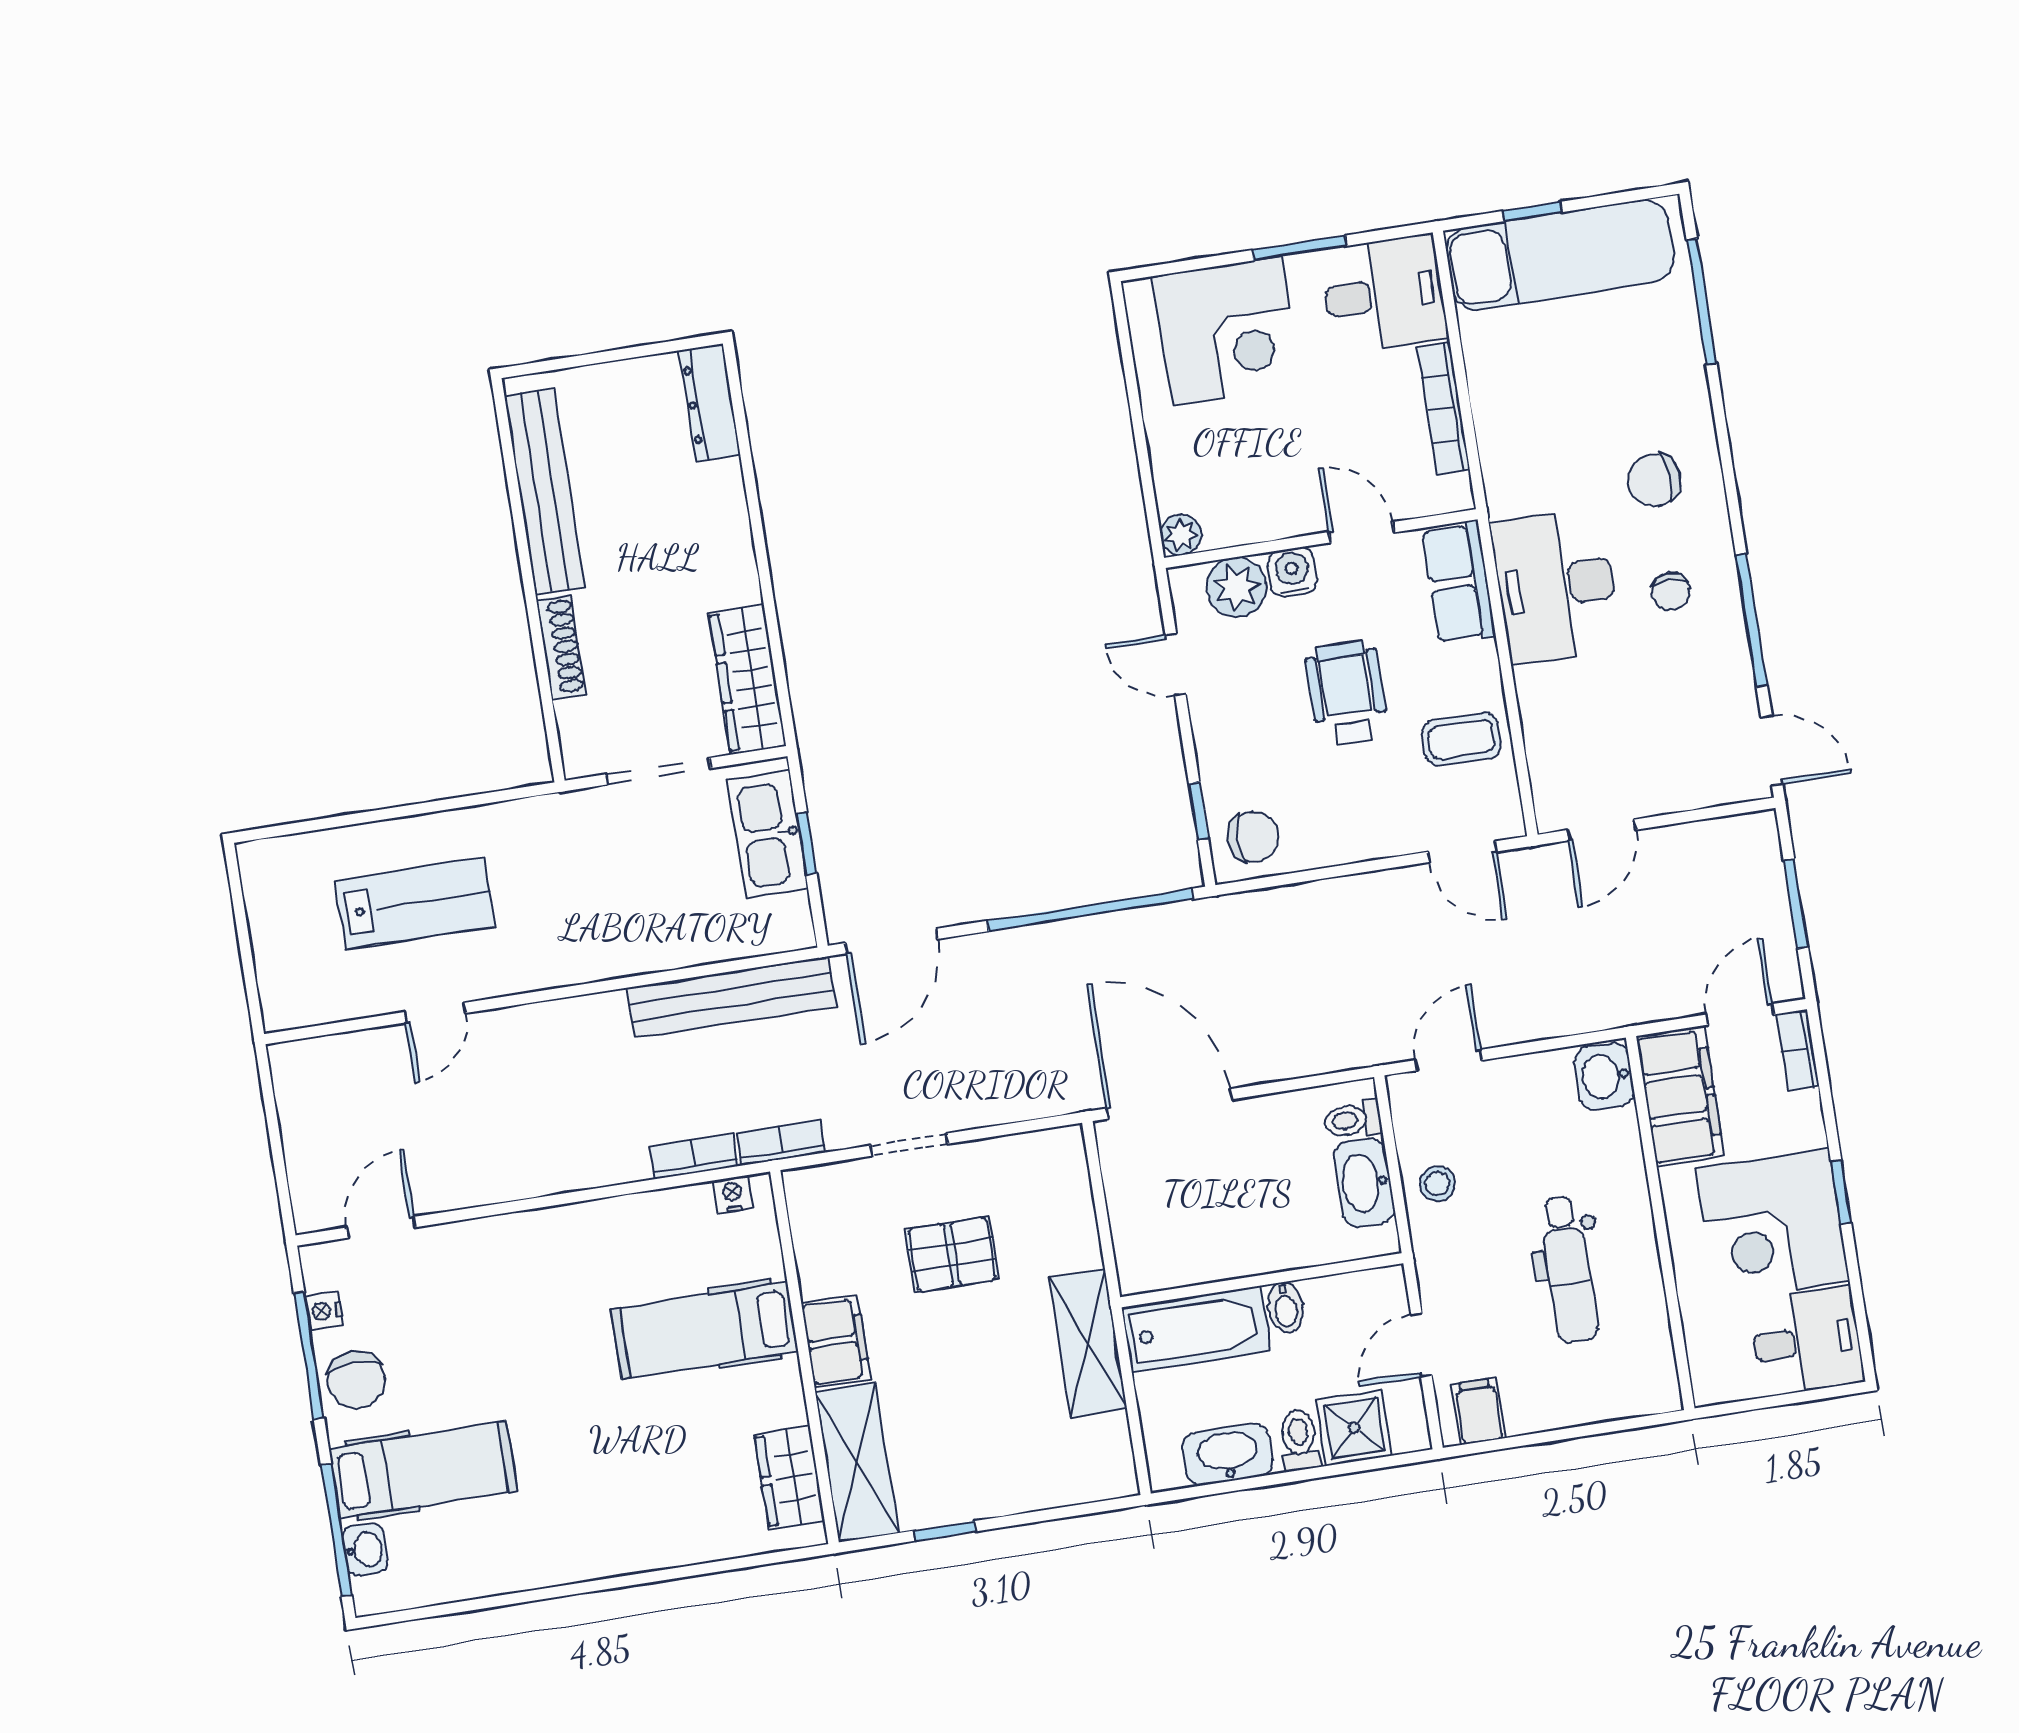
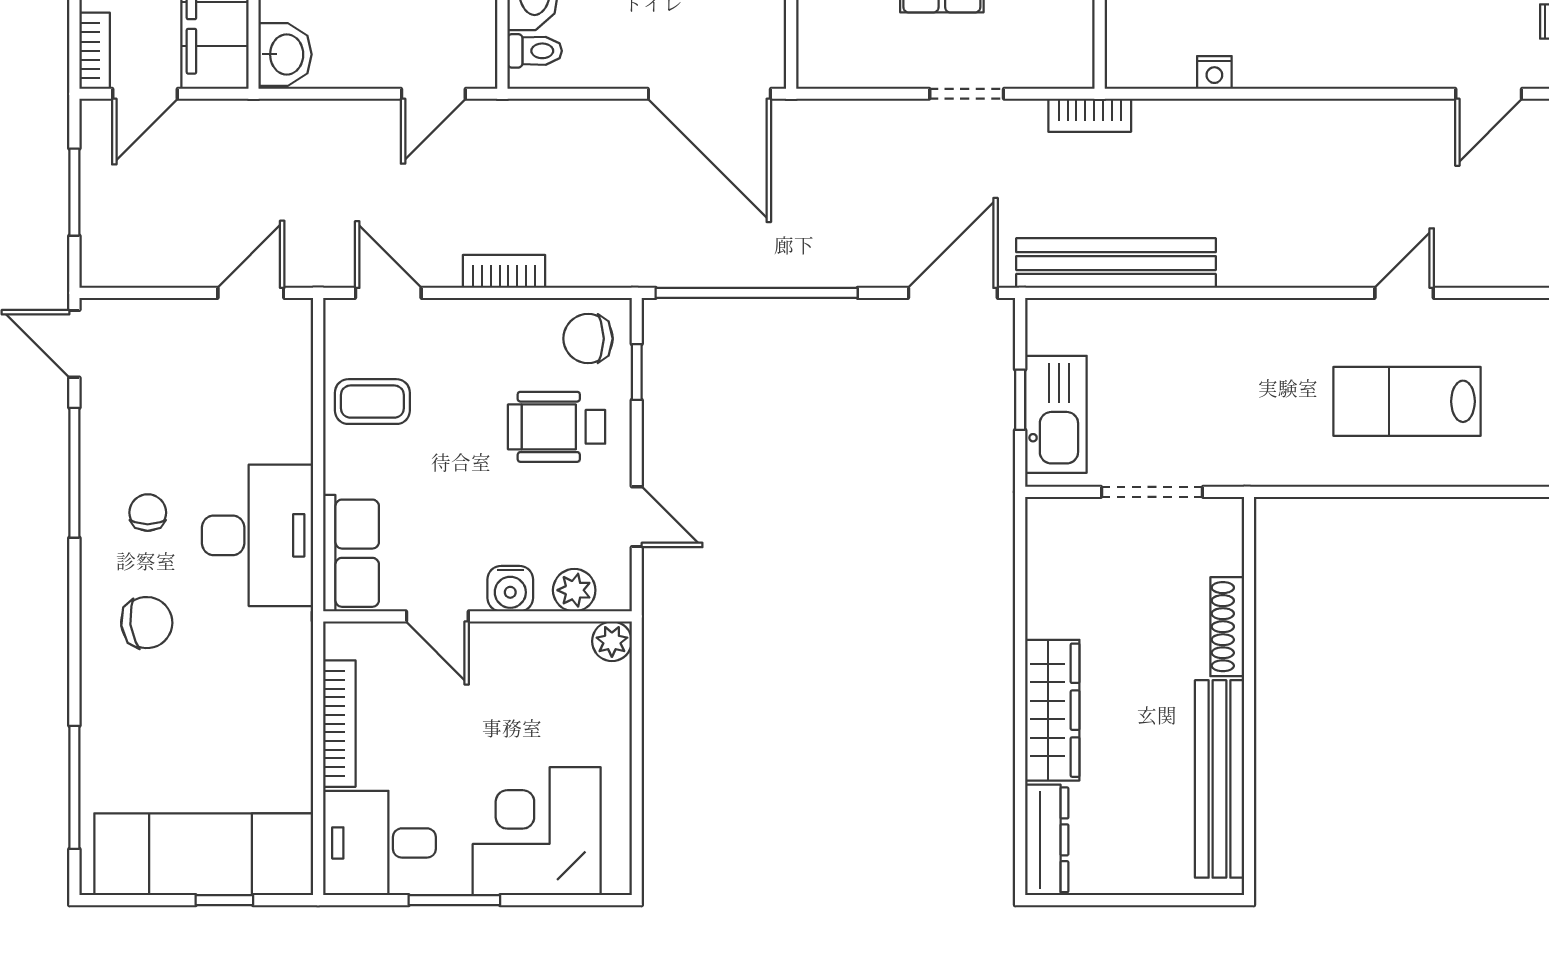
plant: (1237, 587) -> (574, 590), width x0.73, depth x0.73
wardrobe: (747, 679) -> (1052, 710), moved
wheelchair: (1347, 693) -> (557, 427), moved, turned 90
bookcase: (694, 1156) -> (504, 271), moved, turned 180
nightstand: (733, 1194) -> (1214, 72), moved

